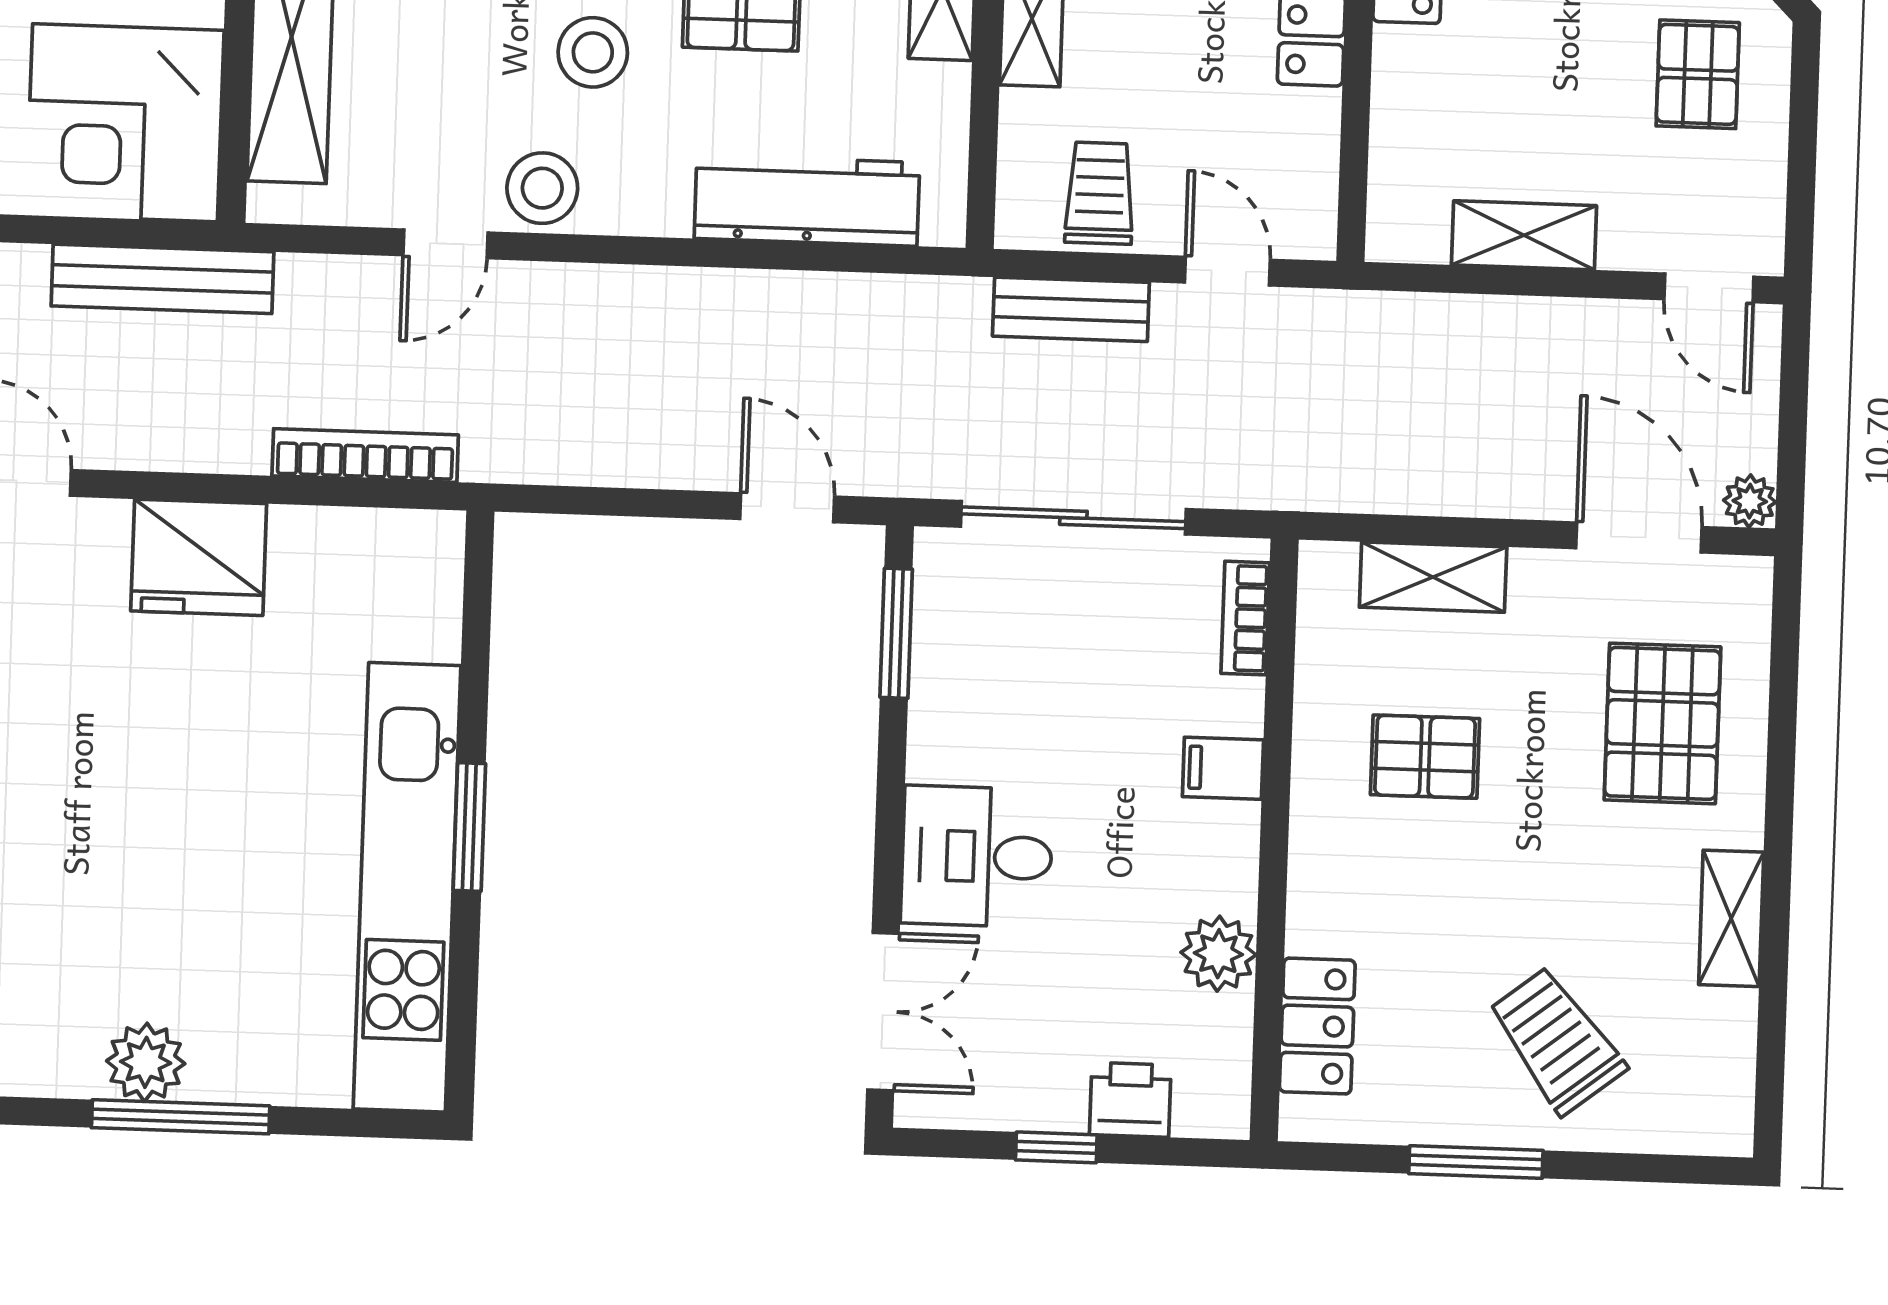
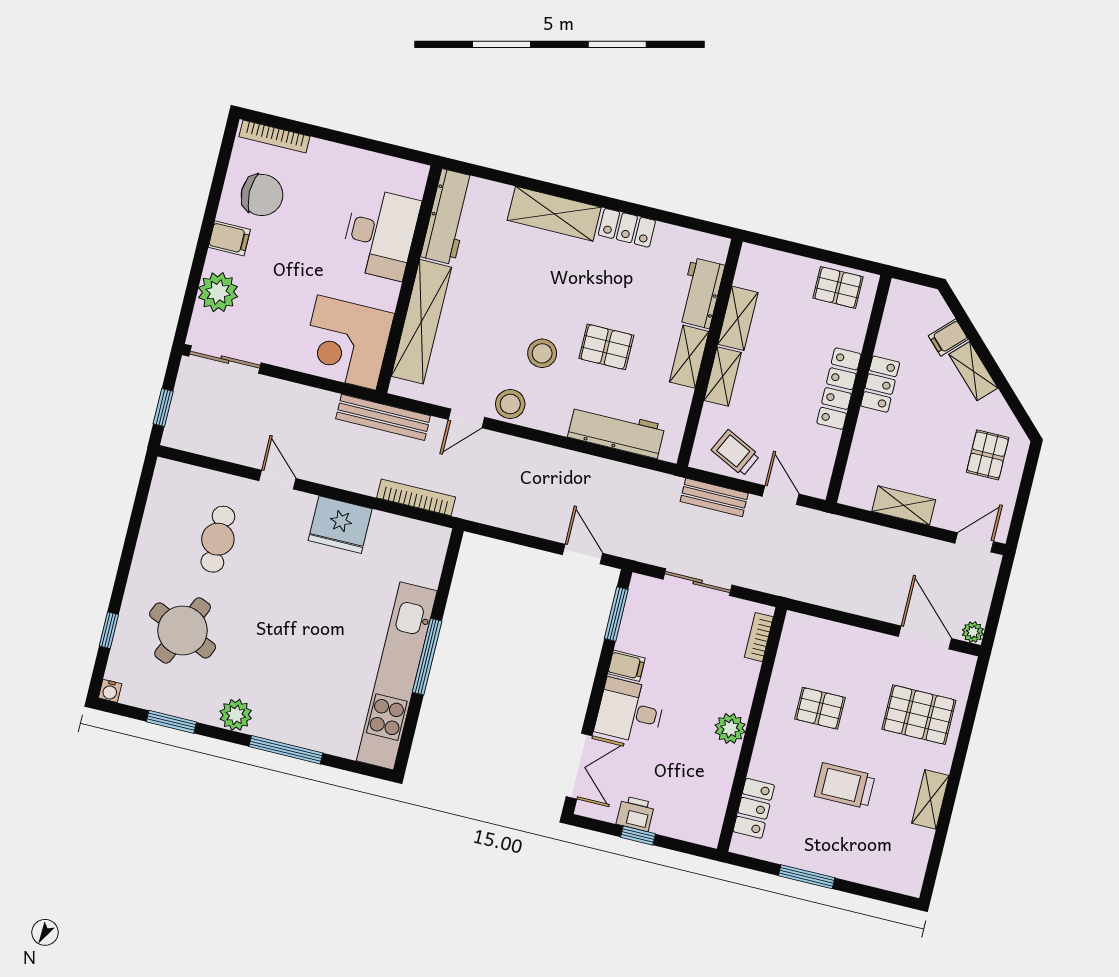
trolley: (1100, 193) -> (735, 453), turned -64
bench: (163, 279) -> (383, 417), moved
door: (1709, 288) -> (974, 542), swing flipped
sliding door: (1073, 518) -> (698, 582), width x0.73
shelving: (1433, 577) -> (838, 636), removed
pallet: (1662, 723) -> (919, 715), turned 90
filing cabinet: (1223, 768) -> (626, 666), moved, turned 180
window: (469, 827) -> (427, 657), width x1.44
plant: (1218, 954) -> (730, 728), moved
trolley: (1557, 1040) -> (845, 786), moved, turned -52
plant: (146, 1062) -> (236, 715), moved
printer: (1130, 1100) -> (635, 814), moved

